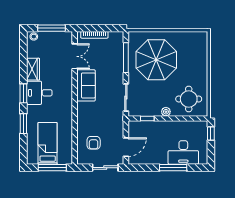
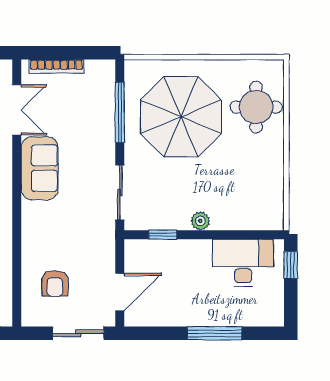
round table: (189, 99) -> (256, 107), moved
desk: (183, 152) -> (243, 263), moved, turned 180

